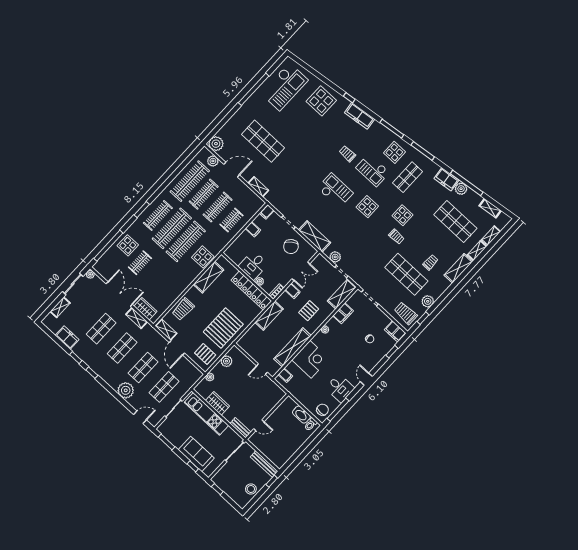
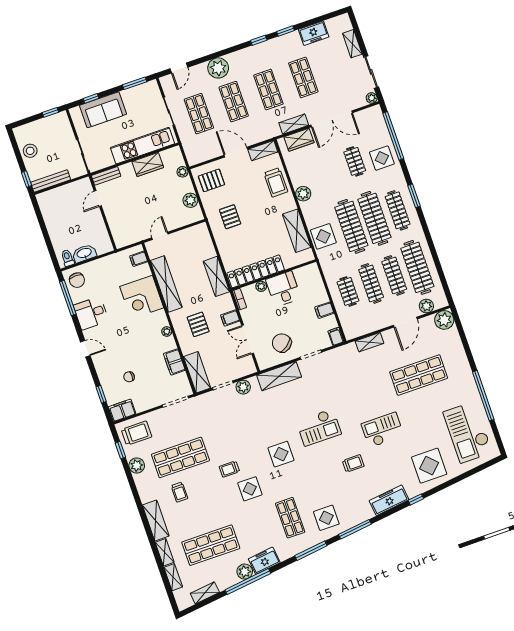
checkout: (373, 170) -> (383, 430), moved
plant: (181, 286) -> (303, 194), added
trolley: (183, 309) -> (276, 182), turned 180
pallet: (223, 328) -> (230, 217), width x0.49, depth x0.50

